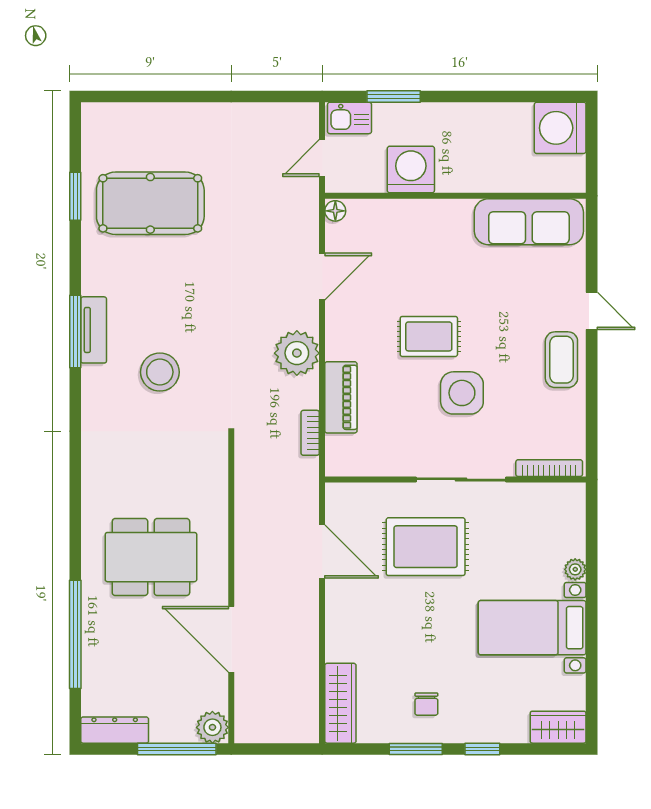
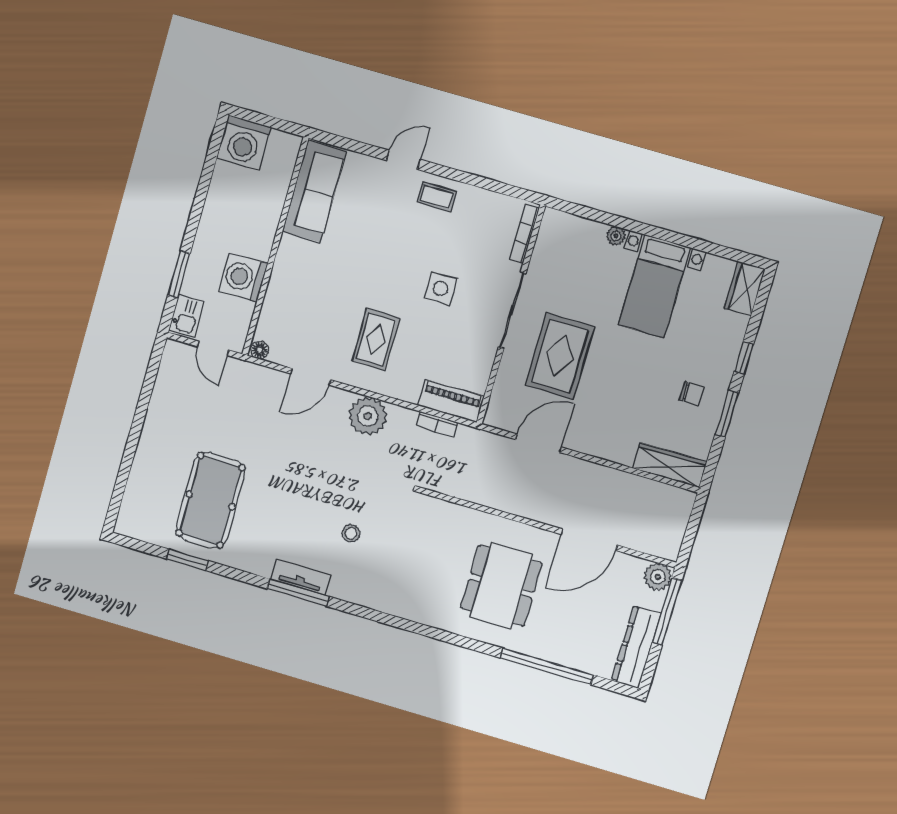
door: (322, 277) -> (311, 377), swing flipped
rug: (429, 336) -> (376, 340), moved
coffee table: (561, 360) -> (437, 197), width x0.73, depth x0.77
stool: (160, 372) -> (351, 533), width x0.53, depth x0.53
side table: (462, 393) -> (440, 289), width x0.73, depth x0.73
piano: (341, 397) -> (451, 401), moved
dresser: (115, 730) -> (636, 647), width x1.37, depth x1.24

